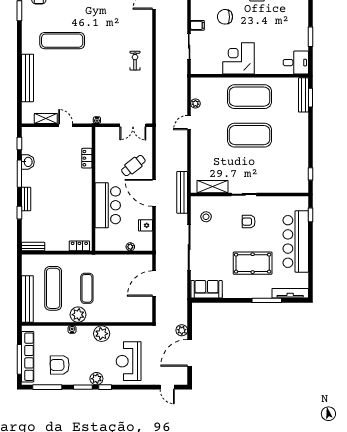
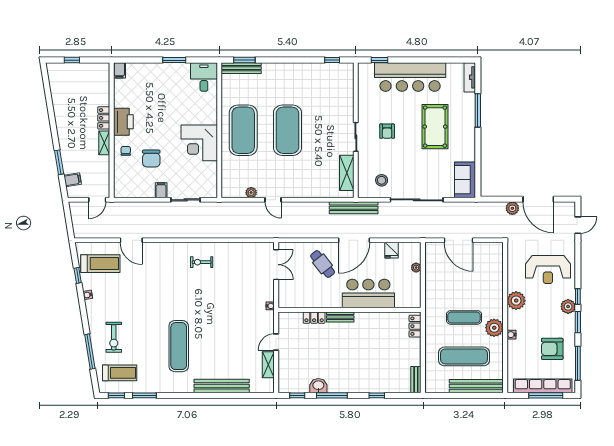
bench: (26, 199) -> (340, 317), moved
tv unit: (290, 293) -> (470, 77), width x0.71
armchair: (60, 365) -> (552, 349), turned 91

